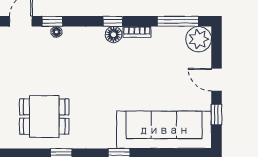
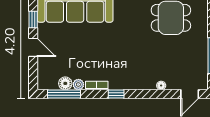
window: (52, 21) -> (164, 94), removed
floor lamp: (113, 35) -> (65, 83), moved
plant: (199, 39) -> (78, 84), moved, width x0.53, depth x0.53

